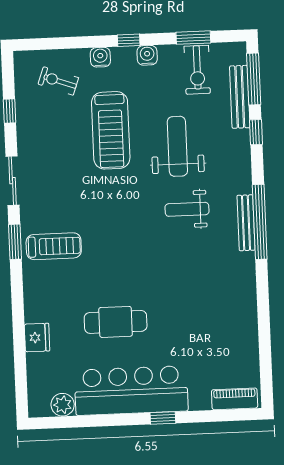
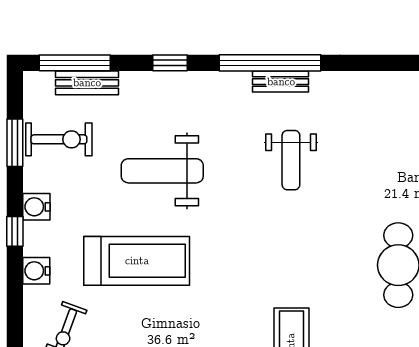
bench: (240, 97) -> (87, 83), width x0.73
window: (256, 132) -> (170, 63), moved
weight bench: (187, 209) -> (291, 160), moved
bench: (246, 223) -> (281, 82), width x0.73

